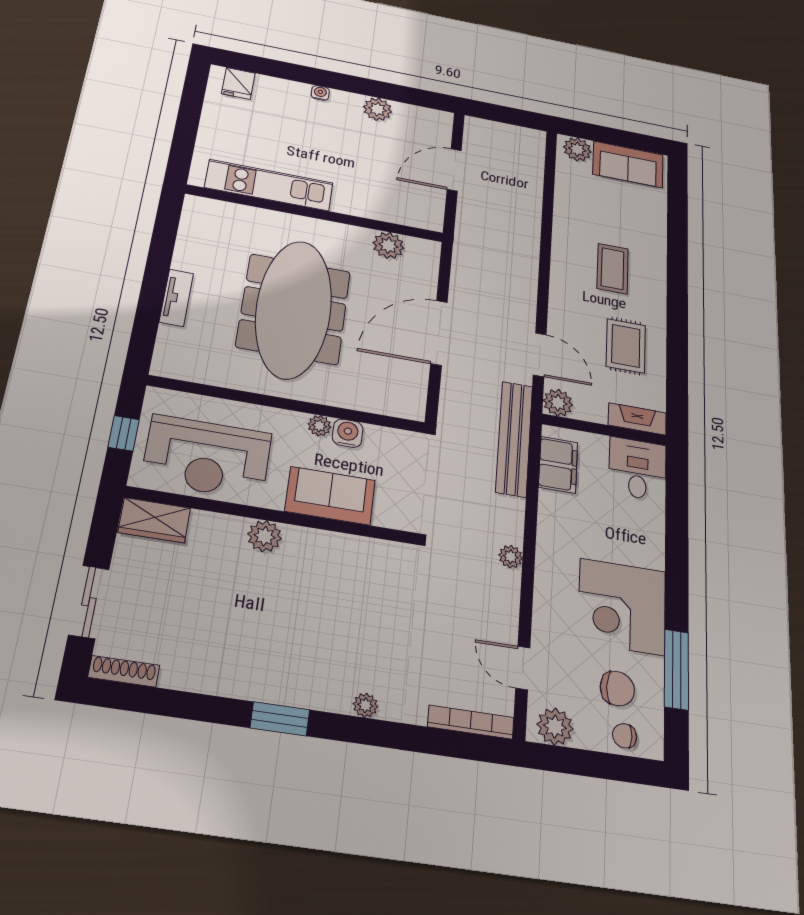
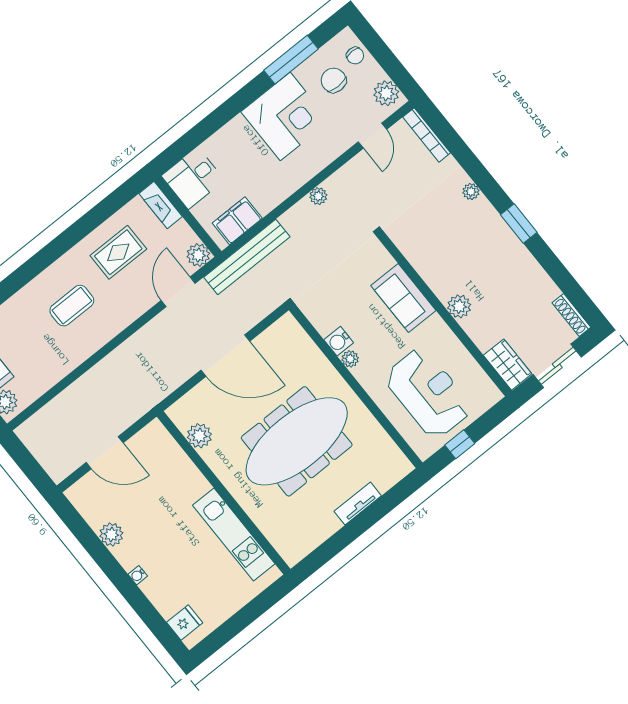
sofa: (330, 496) -> (403, 298), moved
wall: (271, 515) -> (445, 315), moved
wardrobe: (154, 520) -> (508, 365), moved
plant: (265, 536) -> (459, 306), moved

